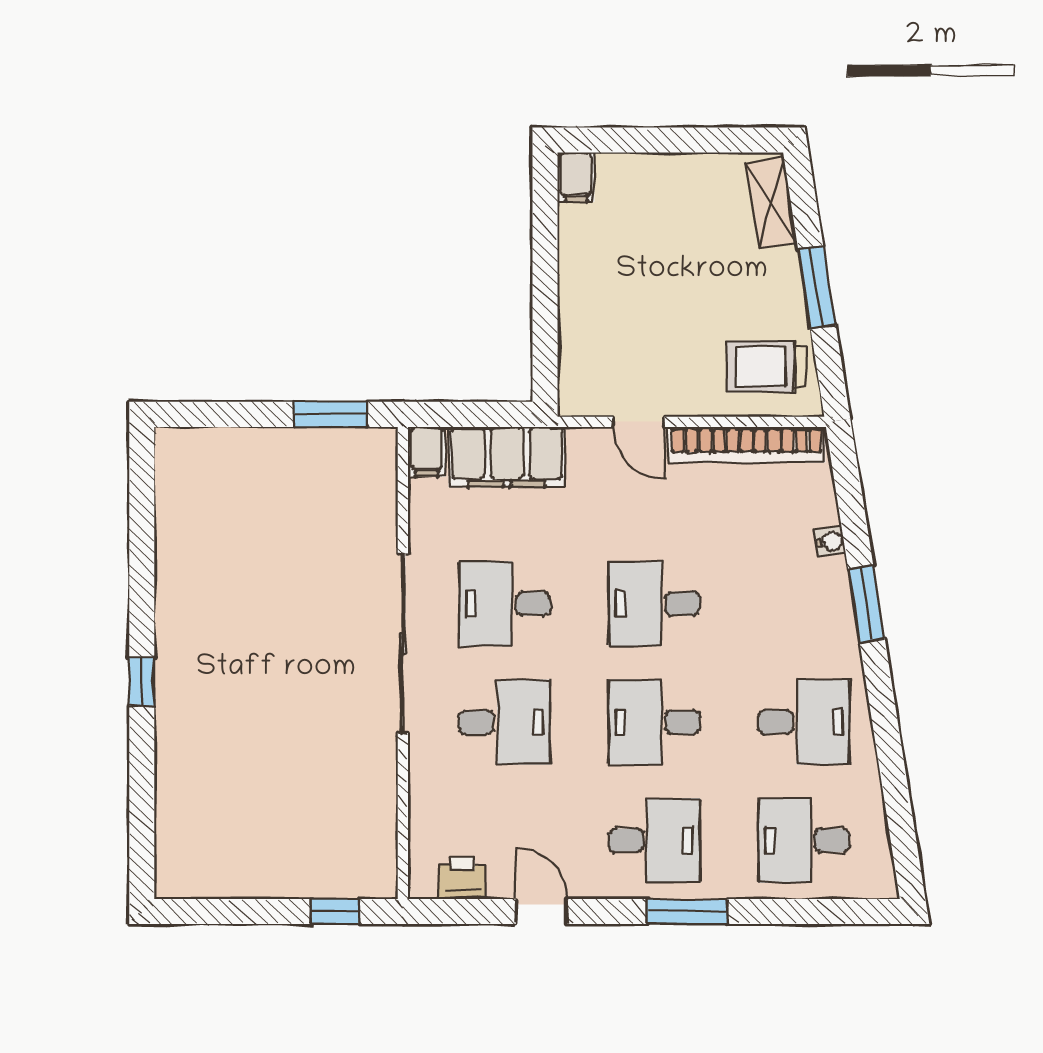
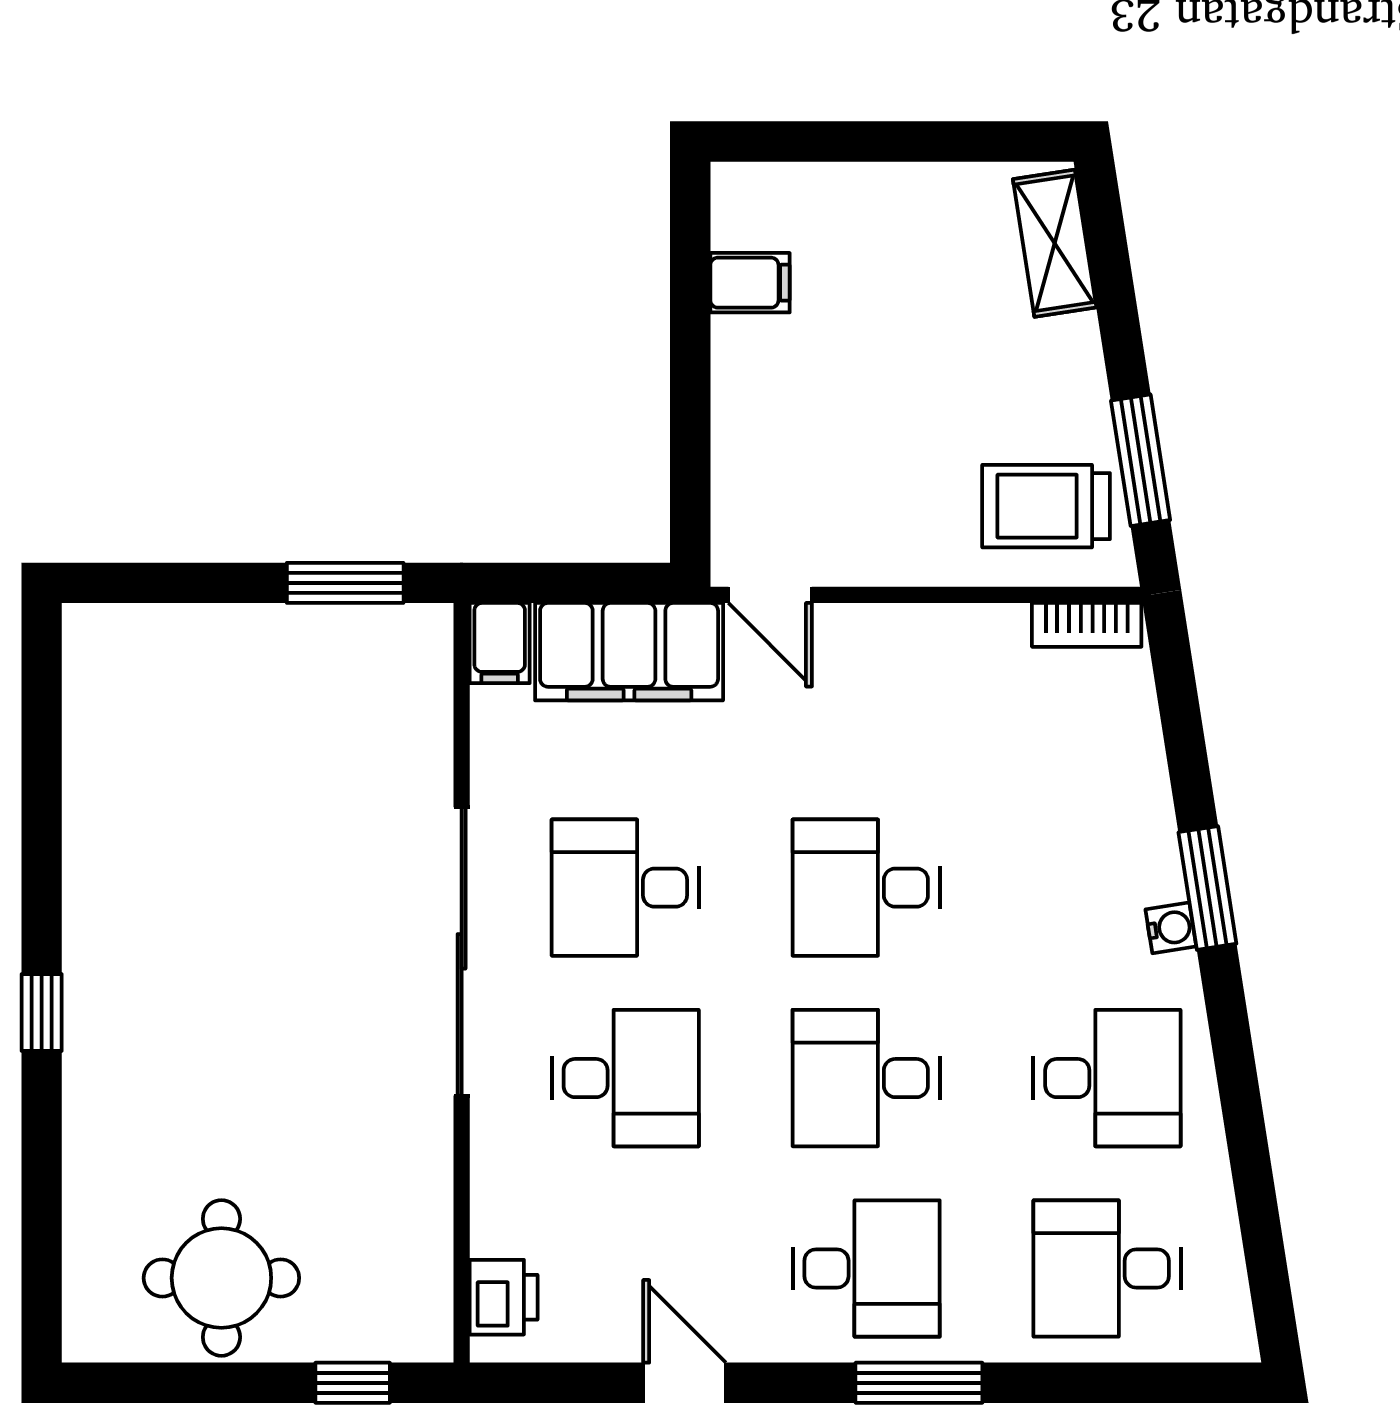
filing cabinet: (576, 177) -> (750, 283), moved, turned -90
window: (817, 287) -> (1141, 460), moved
door: (639, 422) -> (770, 595), moved
bookcase: (747, 445) -> (1087, 625), width x0.43, depth x0.76
water cooler: (830, 542) -> (1171, 928), moved
round table: (254, 846) -> (221, 1278), added
printer: (462, 878) -> (504, 1297), moved, turned 90

